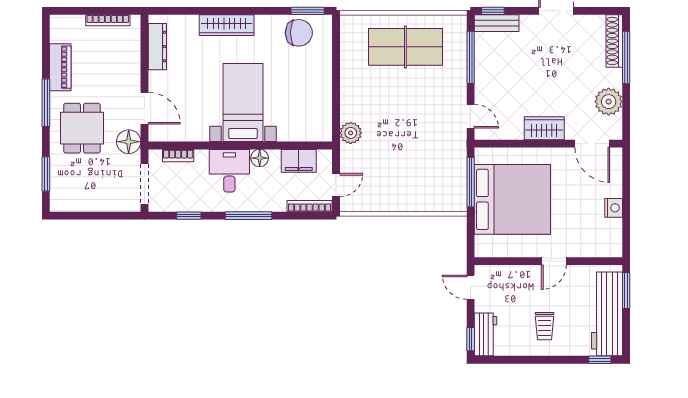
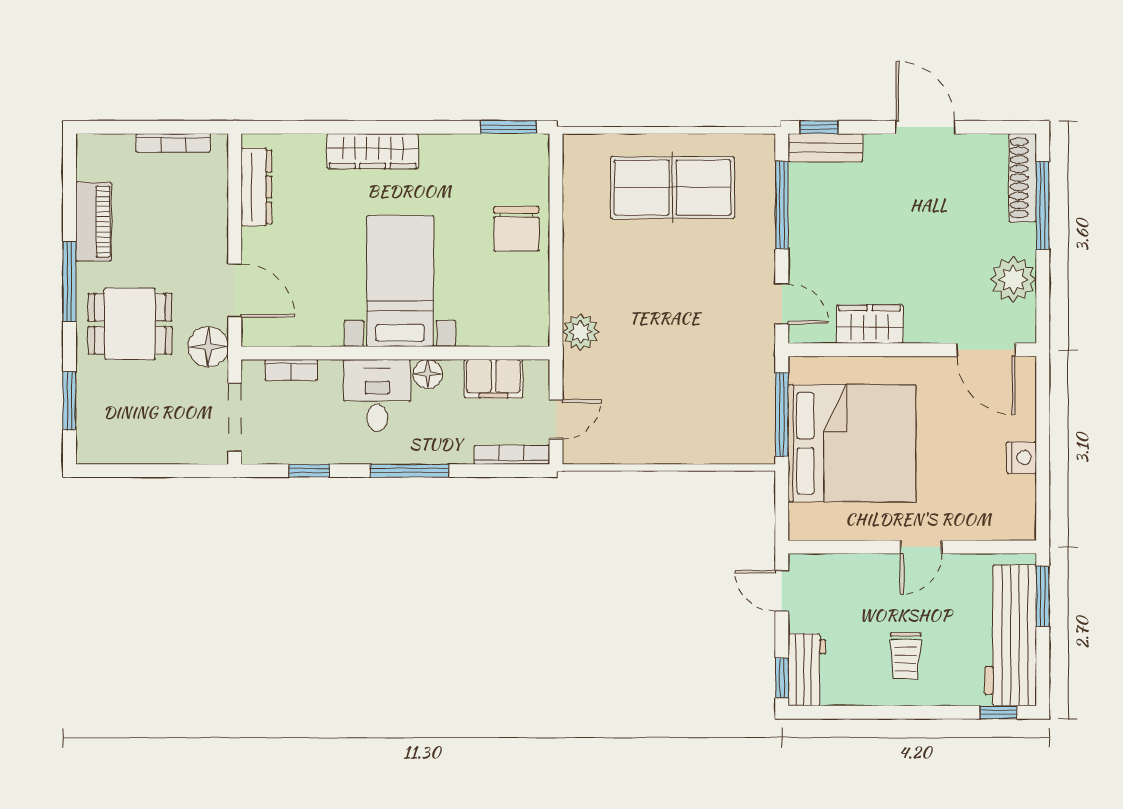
chair: (299, 33) -> (516, 229), moved, turned 90
dining table: (82, 128) -> (130, 324), turned 90
wardrobe: (544, 128) -> (870, 324), moved

